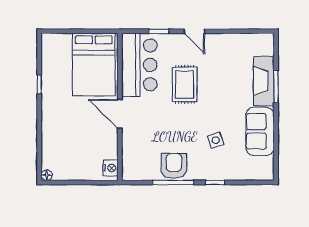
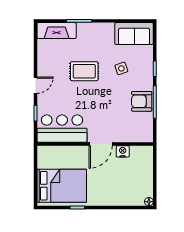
bed: (94, 65) -> (62, 186), moved
fireplace: (264, 81) -> (57, 31), moved
rug: (185, 84) -> (84, 71), moved
sofa: (260, 131) -> (134, 34), moved
nightstand: (110, 168) -> (123, 151), moved

